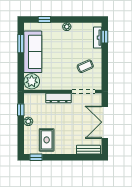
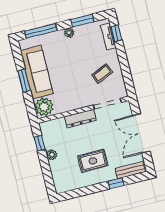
window: (44, 19) -> (41, 31), width x2.17
window: (80, 19) -> (82, 21), added
window: (21, 44) -> (24, 81), moved
rug: (47, 140) -> (93, 161), moved, turned 90
window: (36, 157) -> (116, 183), moved

